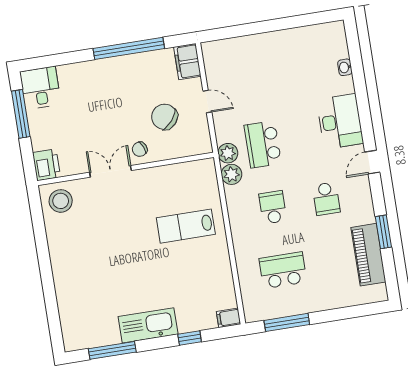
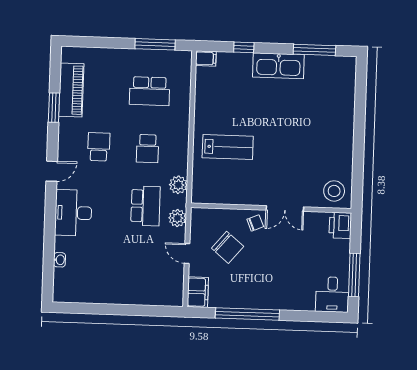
plant: (228, 153) -> (177, 218), moved

